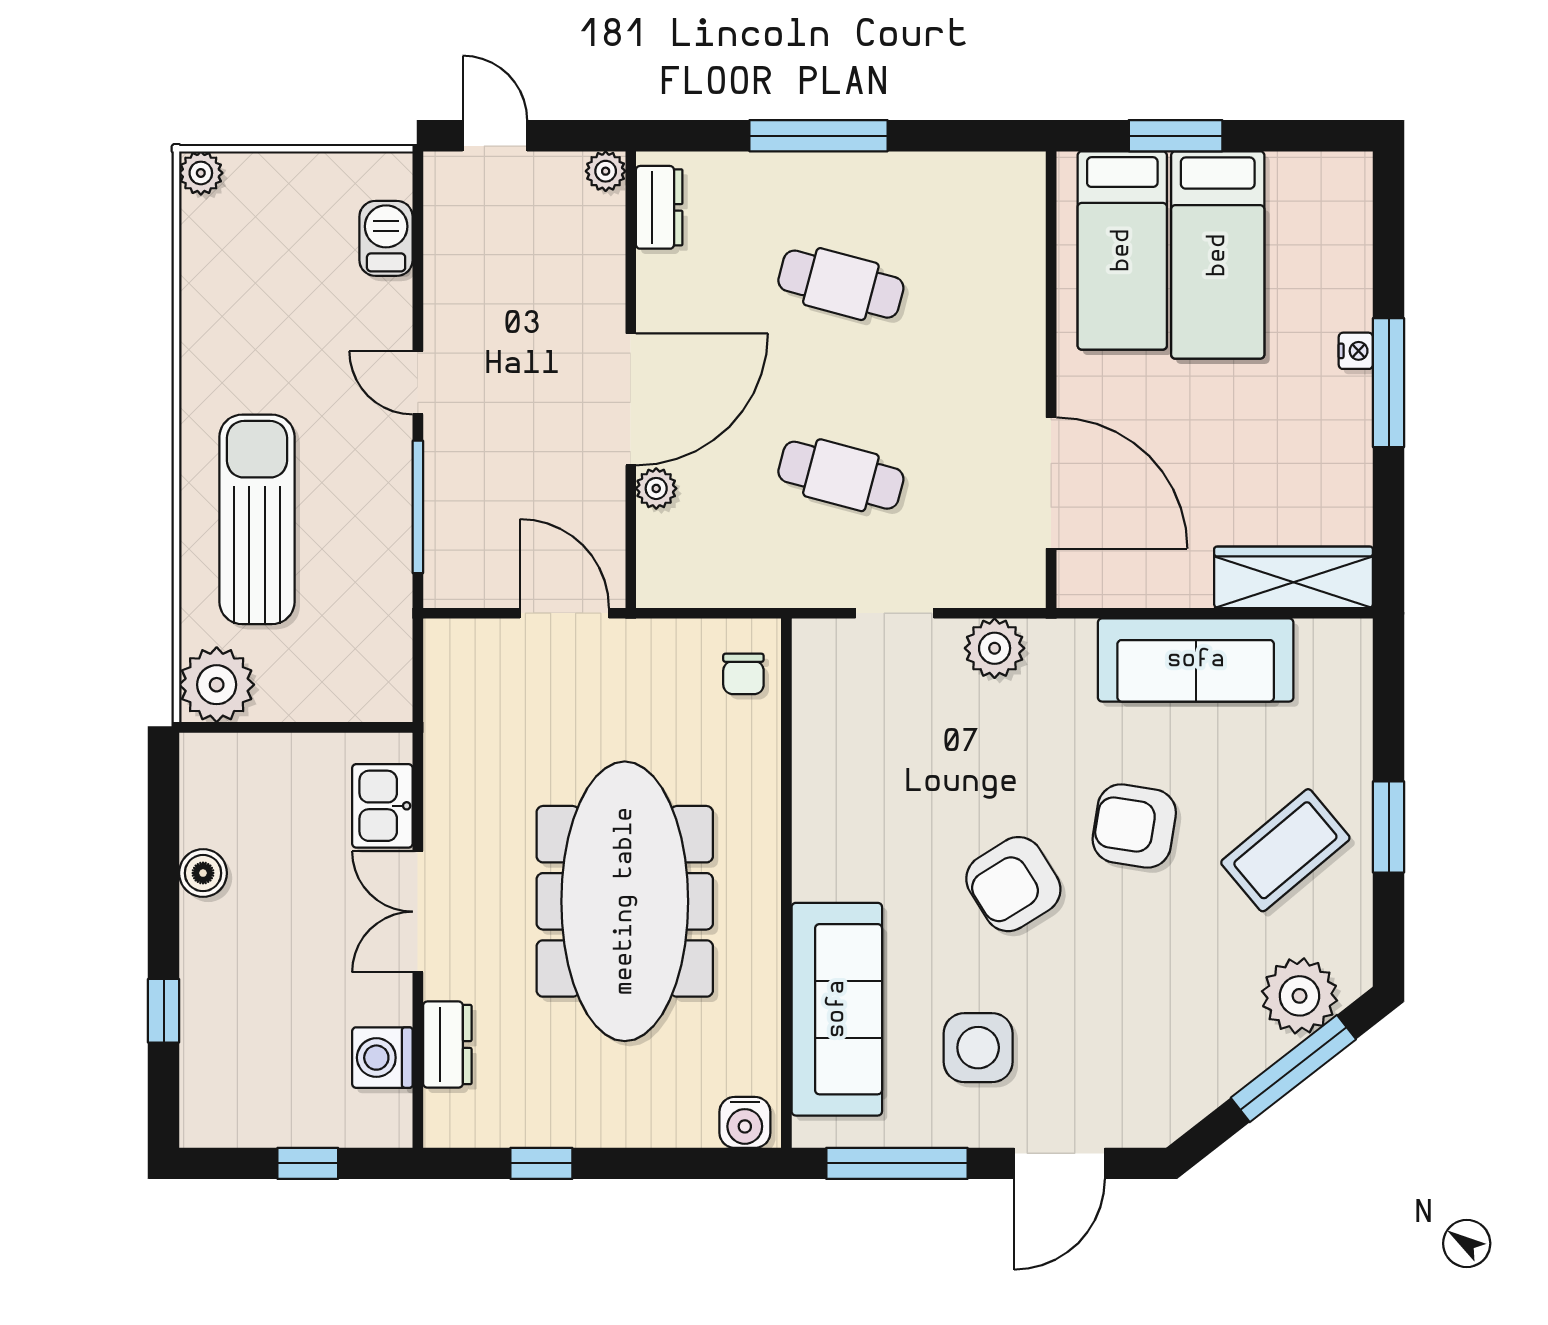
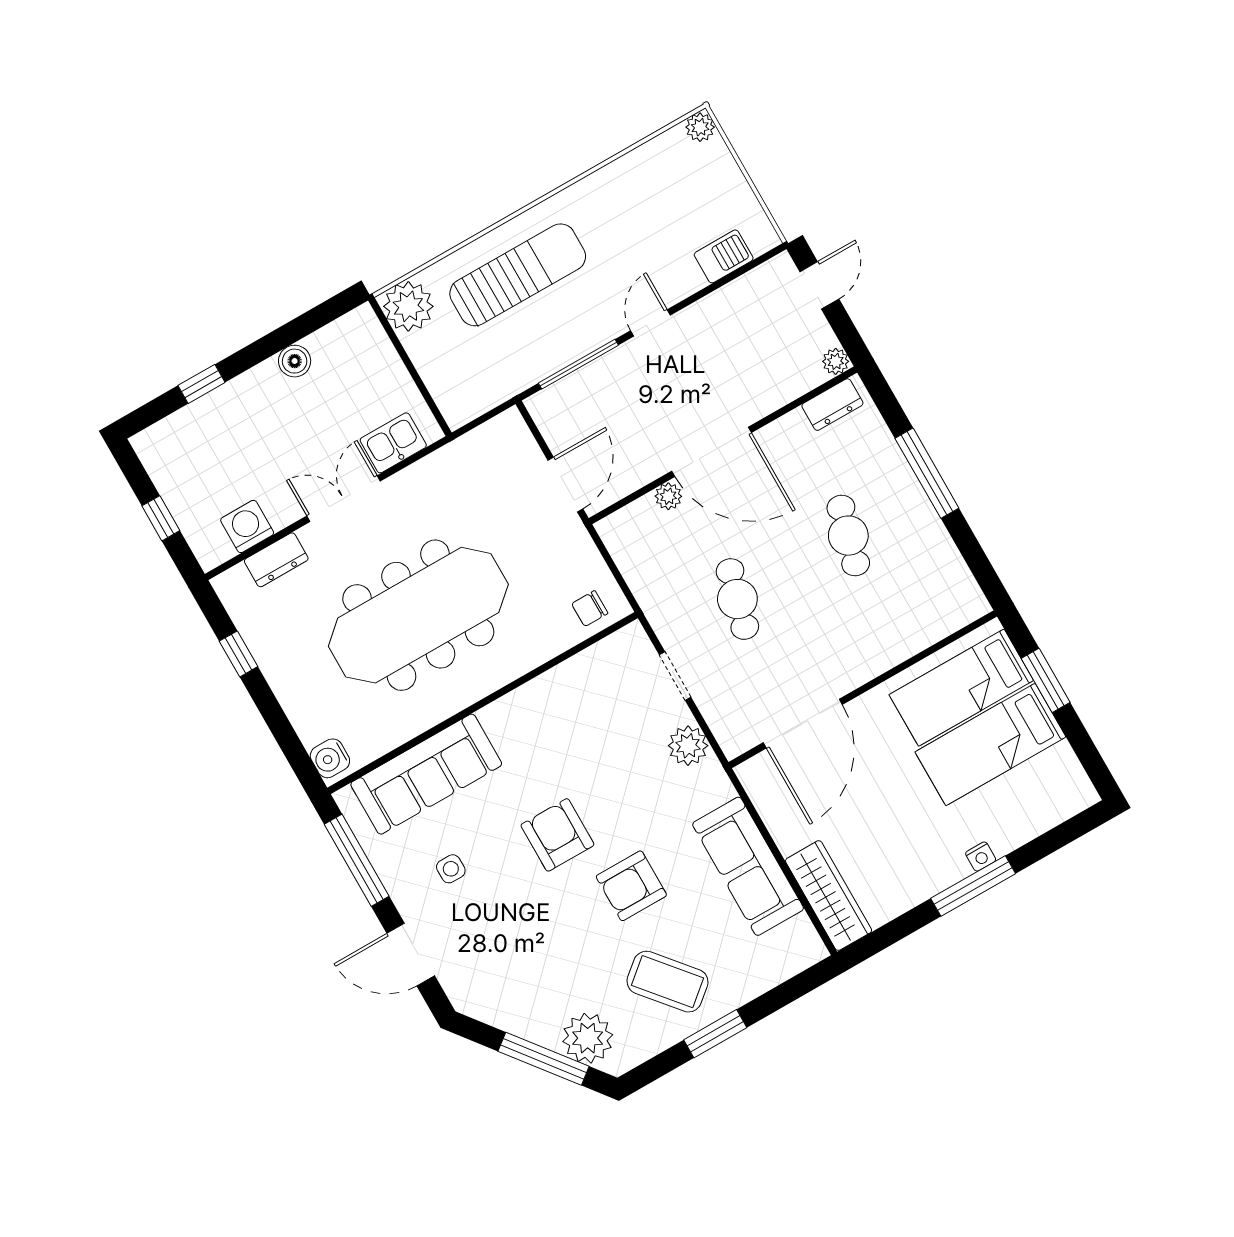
armchair: (1134, 826) -> (631, 886), turned -99
armchair: (1013, 884) -> (557, 835), turned 32
side table: (978, 1048) -> (451, 869), width x0.54, depth x0.54

